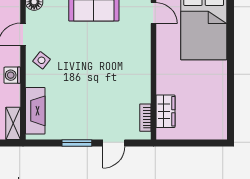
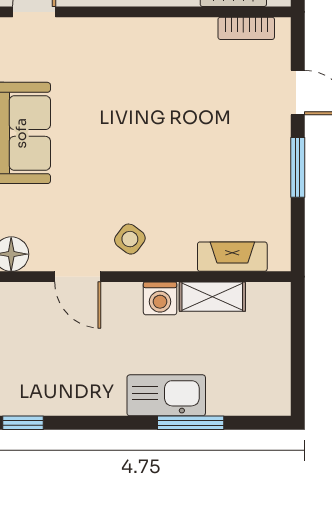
fireplace: (35, 111) -> (232, 257), width x0.73, depth x0.76
shelving: (13, 123) -> (212, 297), moved

